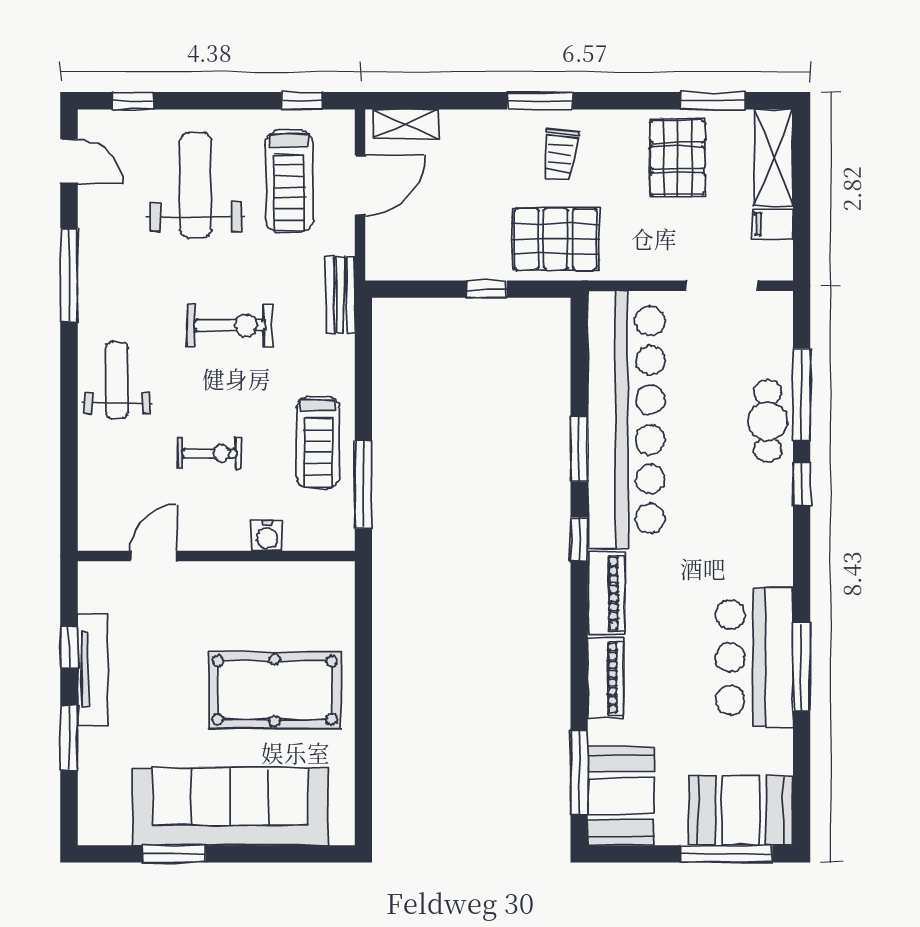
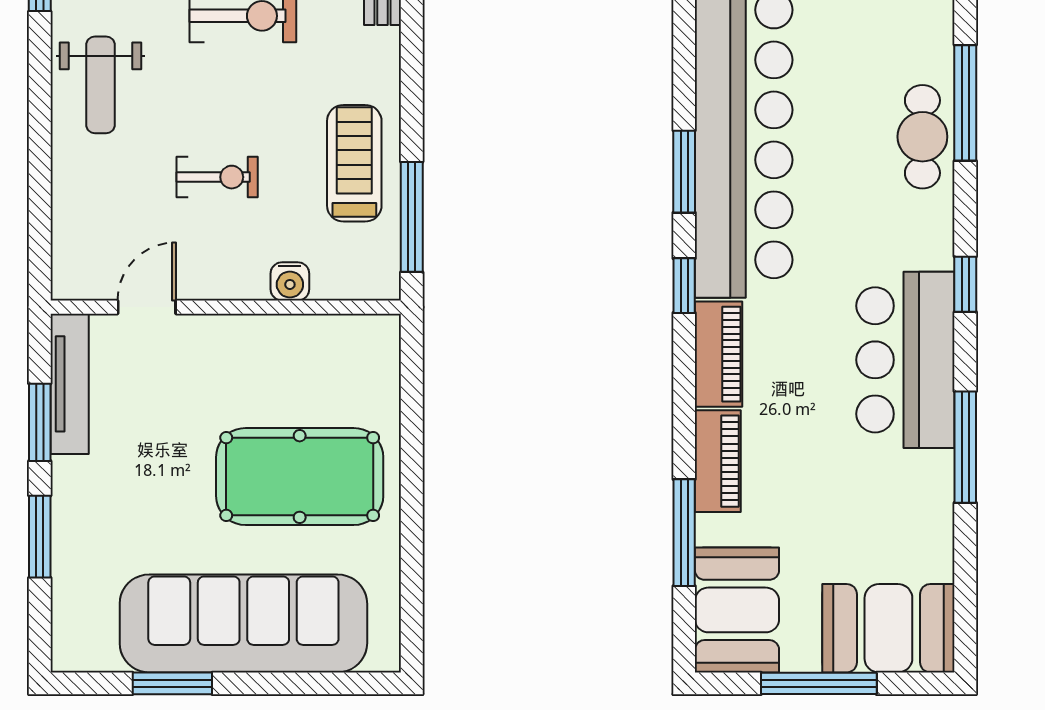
weight bench: (117, 380) -> (100, 85), turned 180
treadmill: (318, 442) -> (354, 163), turned 180
window: (802, 484) -> (965, 284), moved
window: (69, 647) -> (40, 422), width x1.50
bar counter: (754, 657) -> (905, 360), moved
tv unit: (93, 669) -> (70, 384), moved
window: (579, 773) -> (684, 533), moved
window: (726, 854) -> (819, 683), moved

